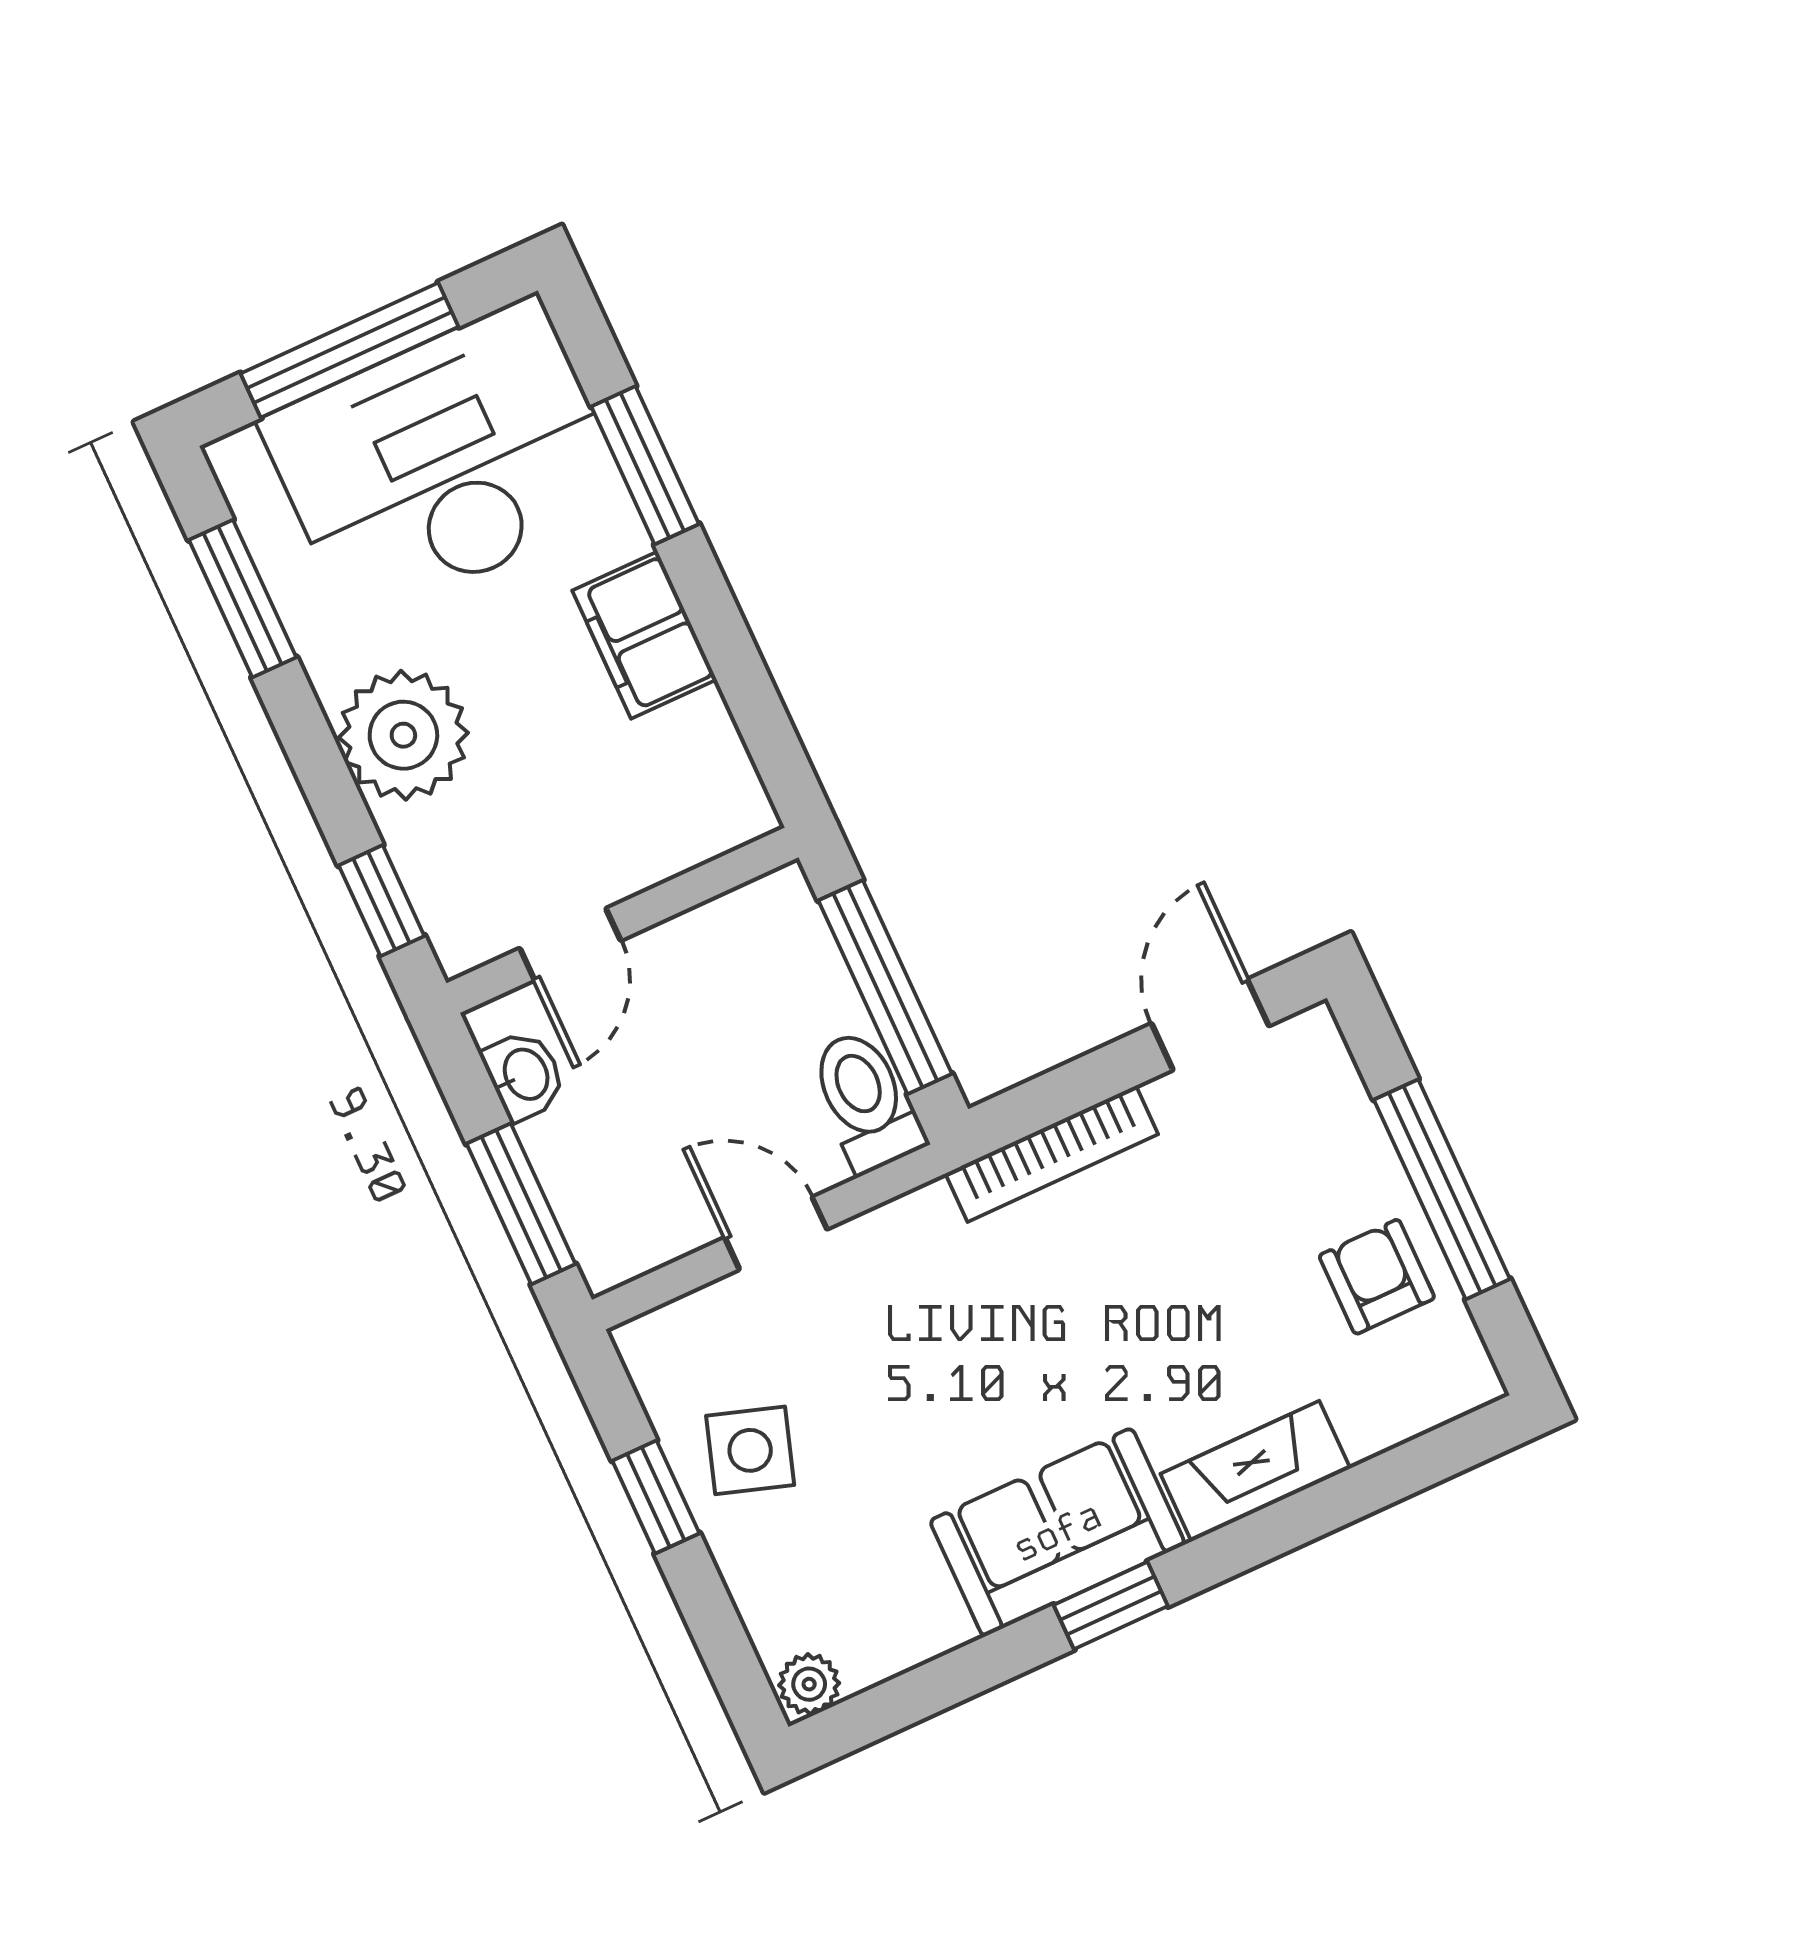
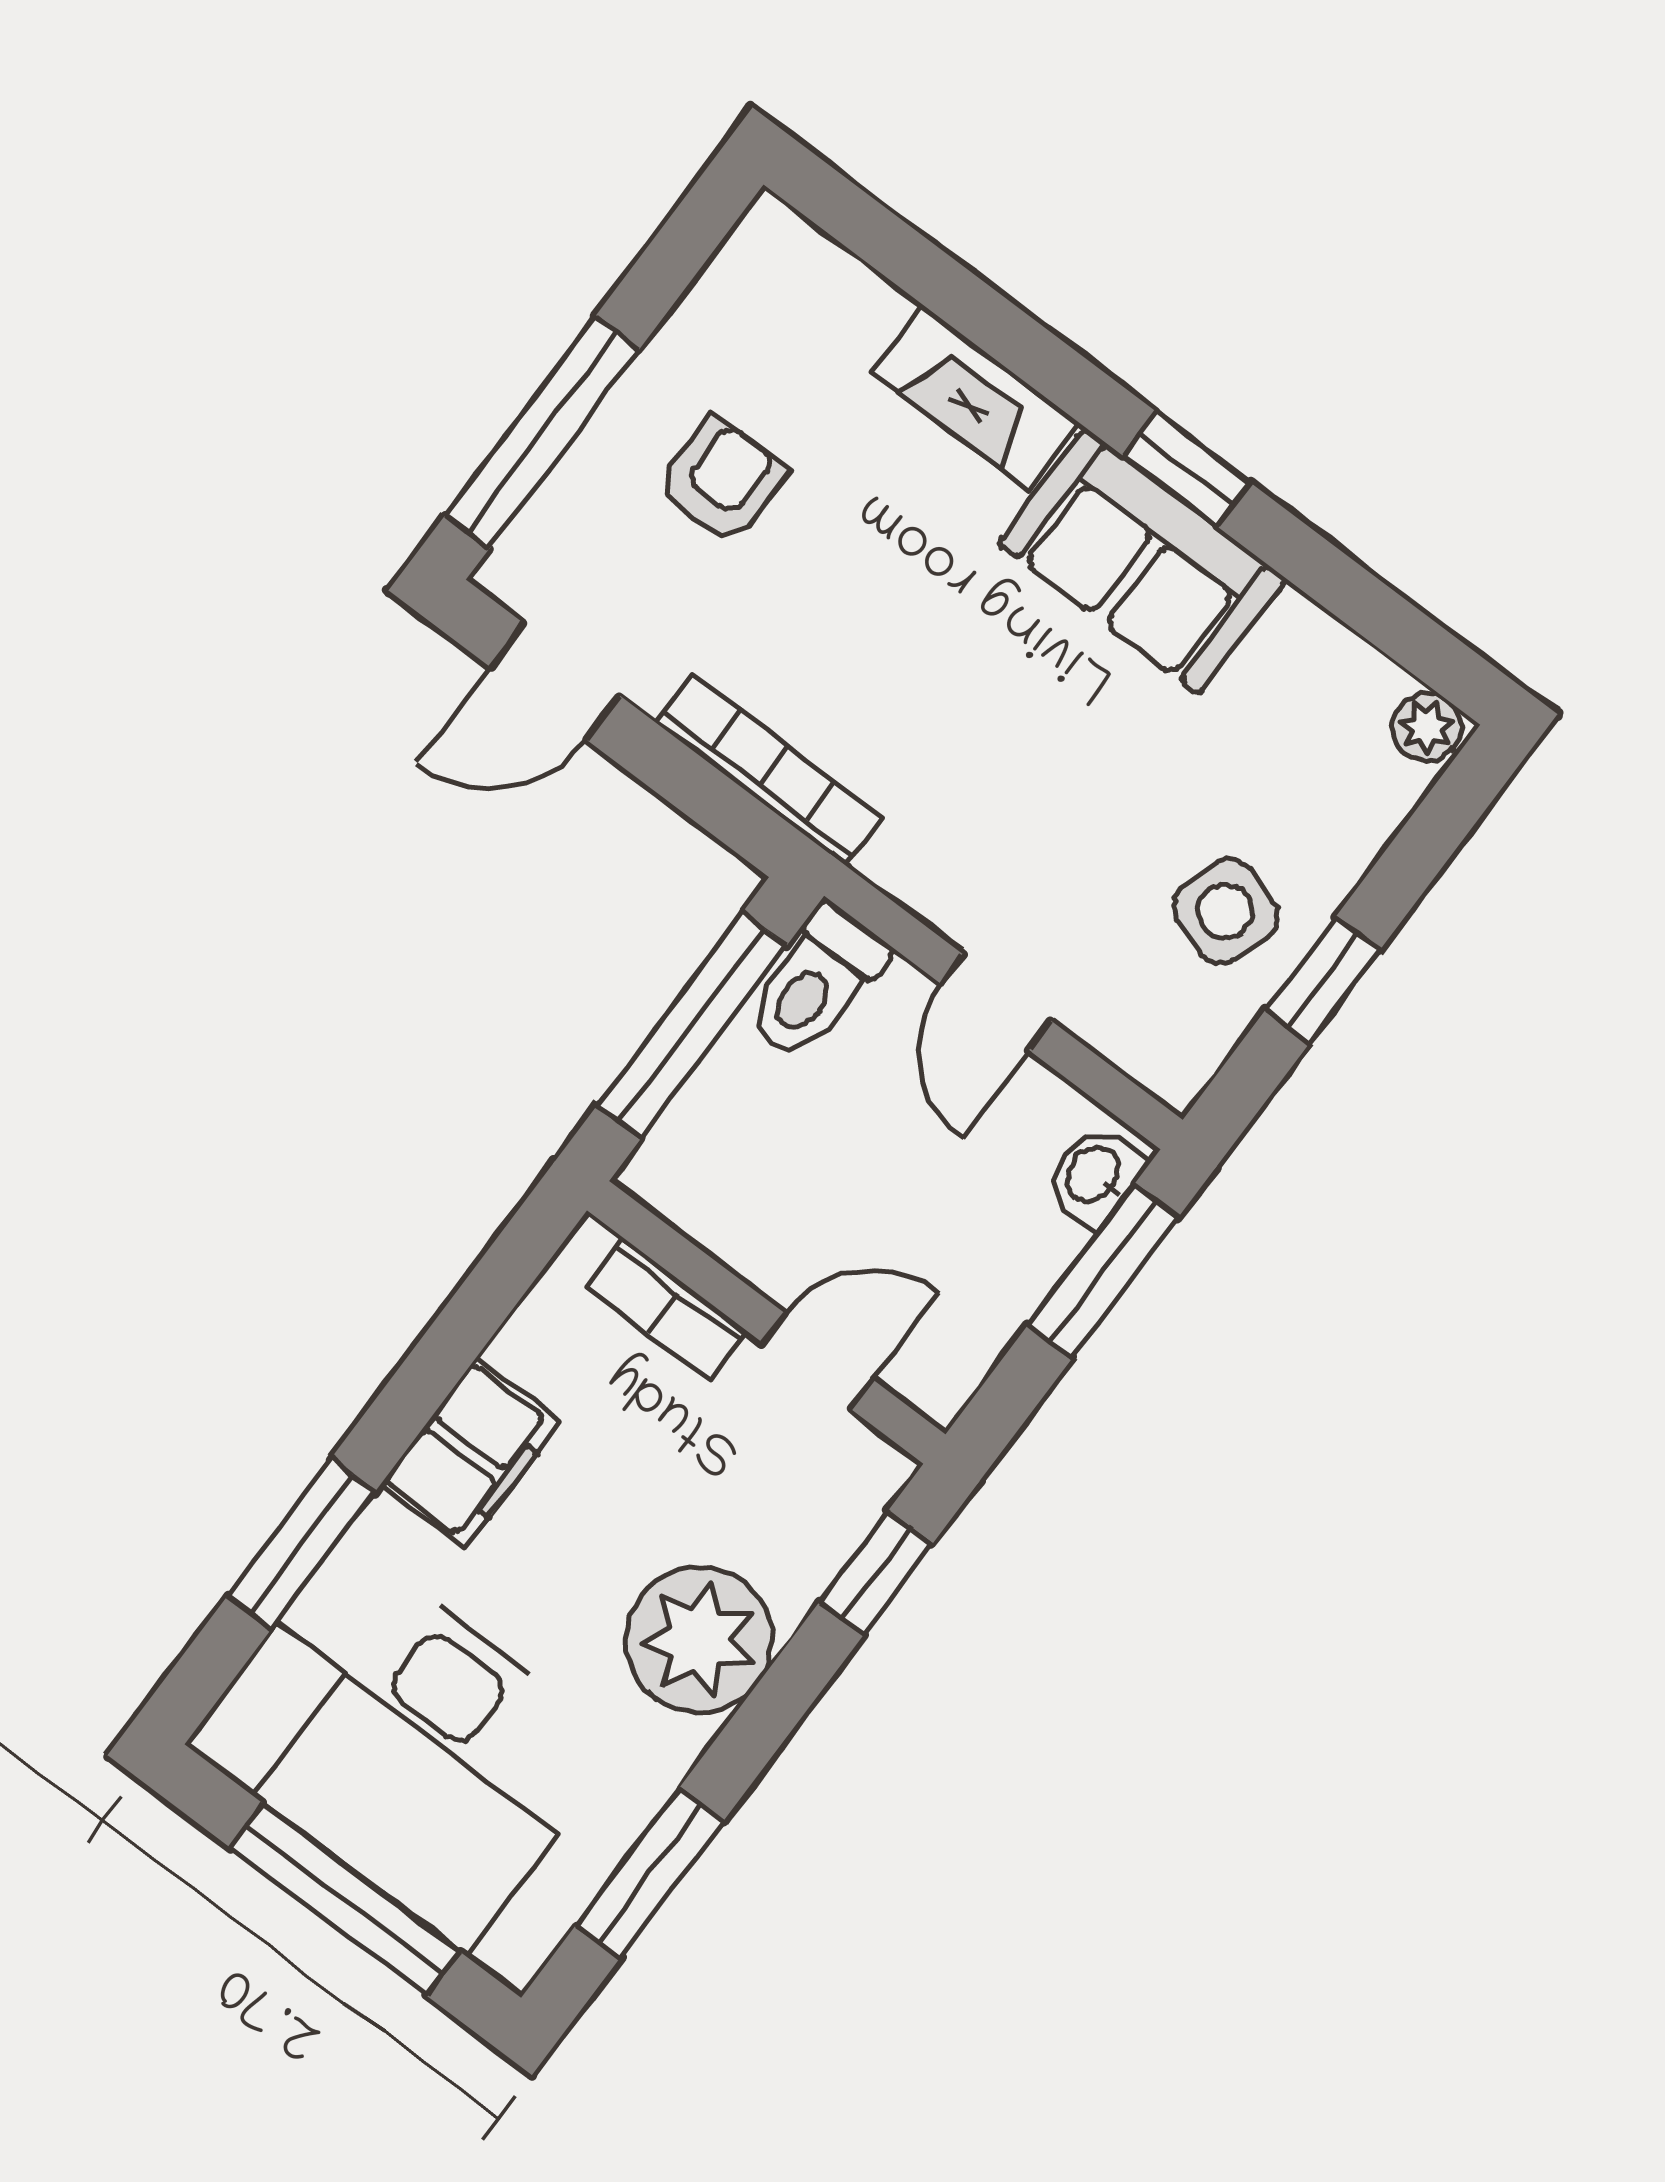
bookcase: (675, 848) -> (666, 1309), added
washbasin: (524, 1075) -> (1094, 1176), moved
window: (1442, 1189) -> (542, 432), moved
armchair: (1377, 1277) -> (722, 481), moved, turned 180

